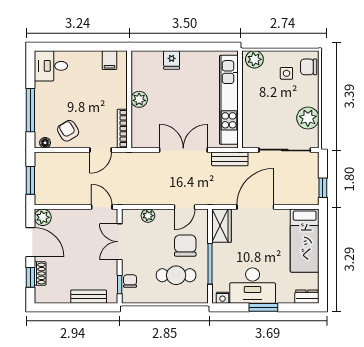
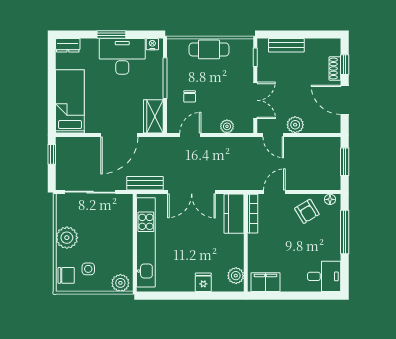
filing cabinet: (109, 60) -> (265, 282), width x2.00
plant: (139, 99) -> (236, 276), moved
plant: (308, 118) -> (67, 238), moved
kitchen counter: (141, 128) -> (234, 214), added
plant: (43, 217) -> (295, 125), moved
chair: (185, 246) -> (190, 96), width x0.54, depth x0.54
cafe table: (176, 275) -> (209, 49), moved
chair: (130, 281) -> (245, 61), removed

